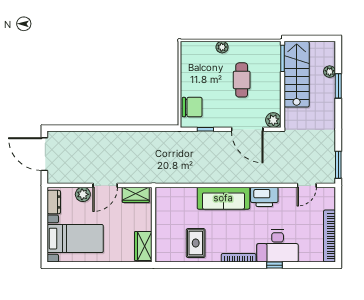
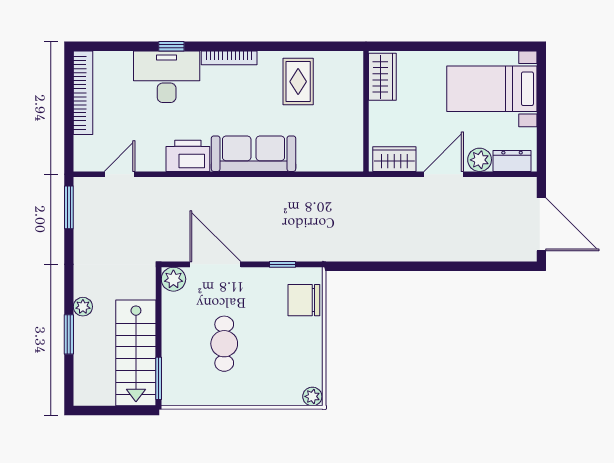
plant: (222, 47) -> (312, 396), moved
plant: (330, 72) -> (83, 307), moved
dresser: (54, 202) -> (512, 161), moved, turned 90

